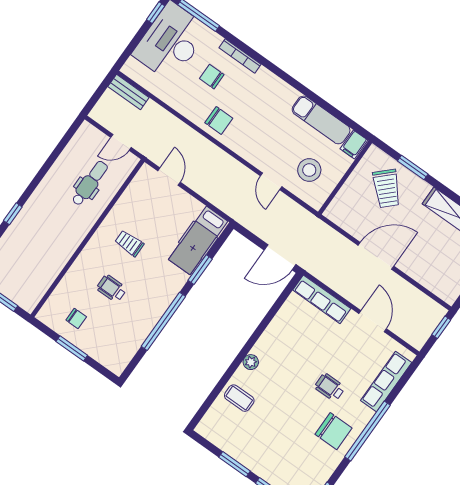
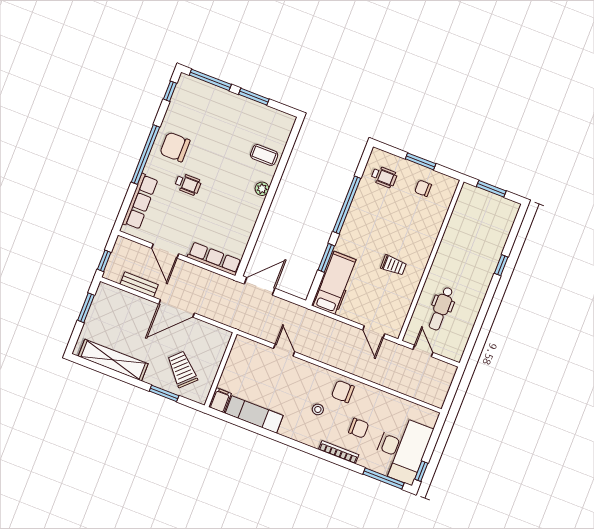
bench: (128, 92) -> (139, 284), moved
door: (121, 142) -> (423, 351), hinge flipped
stool: (309, 170) -> (318, 409), moved, width x0.53, depth x0.53
wheelchair: (112, 288) -> (384, 177), moved

